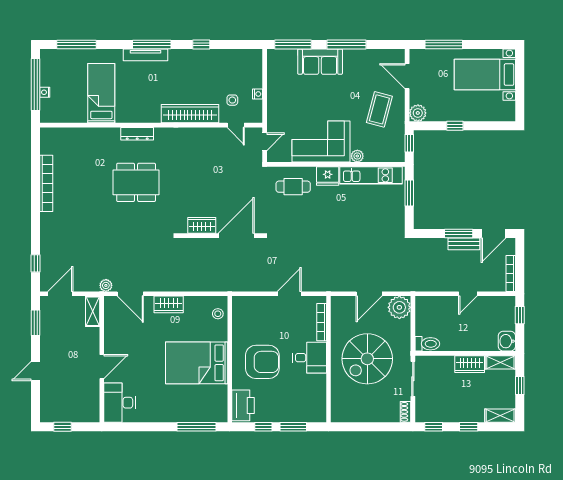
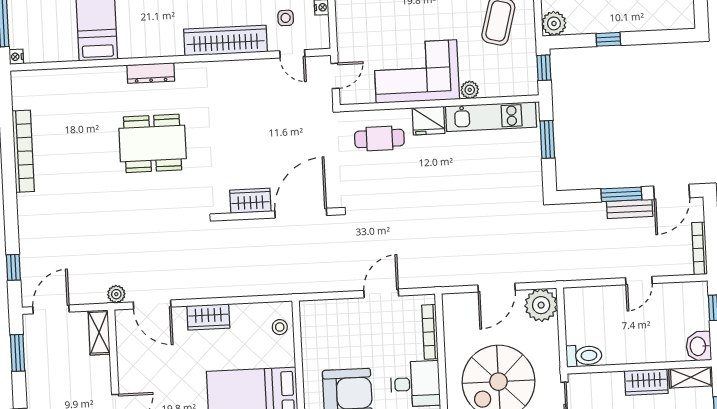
nightstand: (45, 92) -> (16, 57), moved

